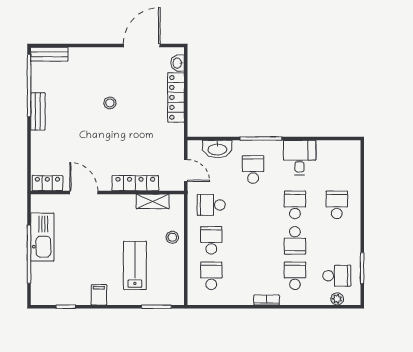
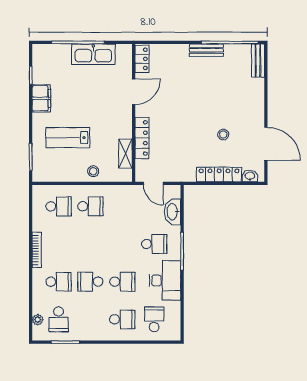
stool: (110, 103) -> (223, 134), moved
desk: (300, 157) -> (165, 280), width x1.37
door: (186, 170) -> (153, 183), hinge flipped
school desk: (211, 205) -> (154, 319), moved
lab bench: (135, 265) -> (68, 138), turned 180
filing cabinet: (99, 295) -> (41, 98), width x2.00
bookcase: (267, 300) -> (37, 250), width x1.56

